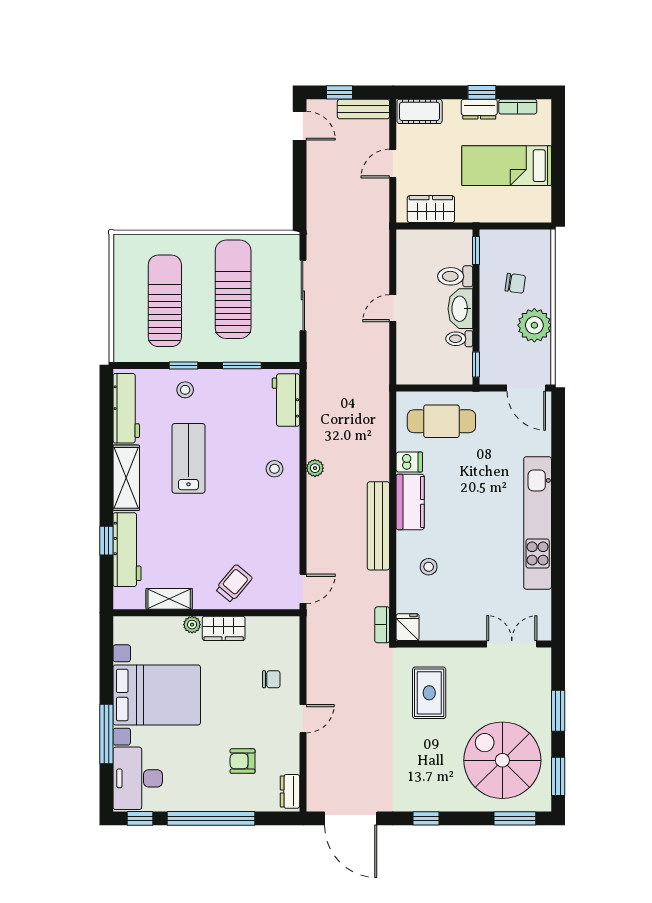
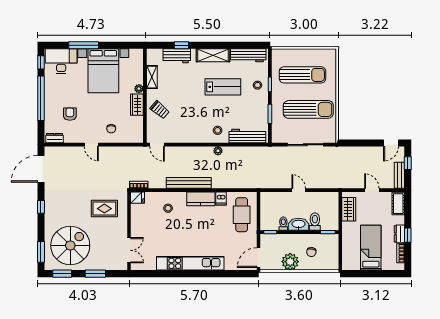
workbench: (286, 400) -> (247, 136), width x1.38
workbench: (127, 550) -> (177, 56), width x0.73

